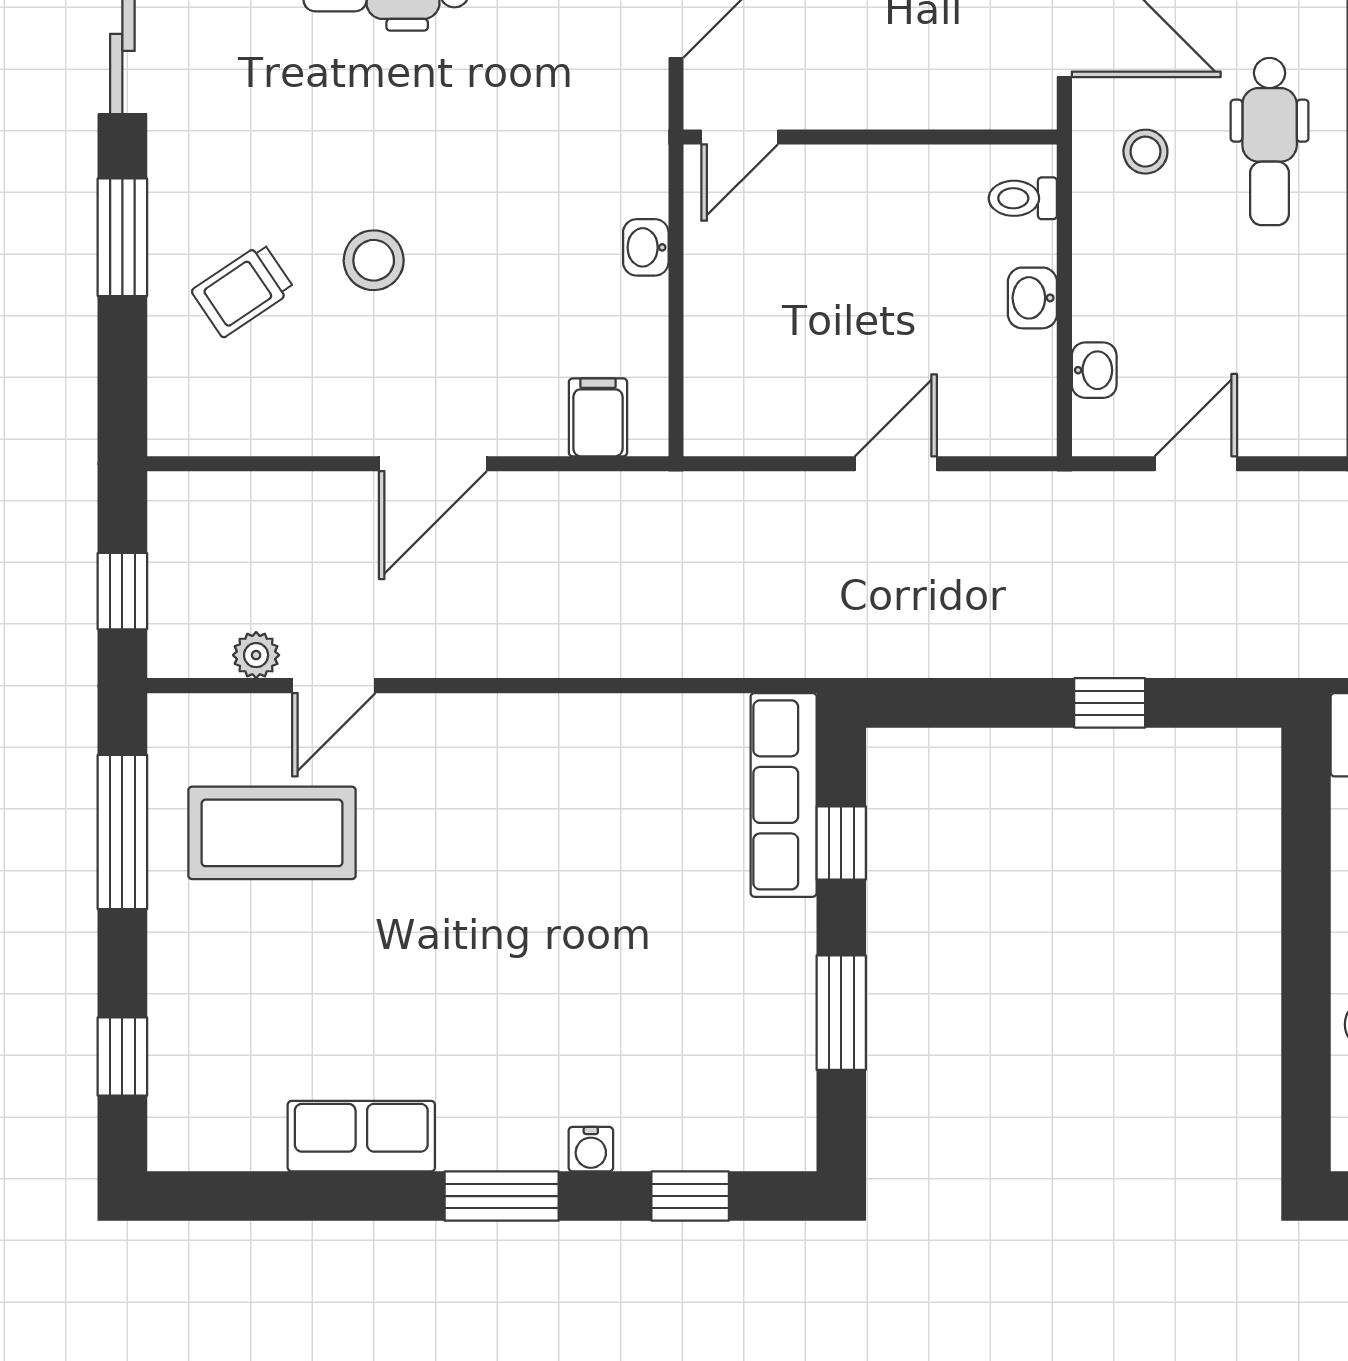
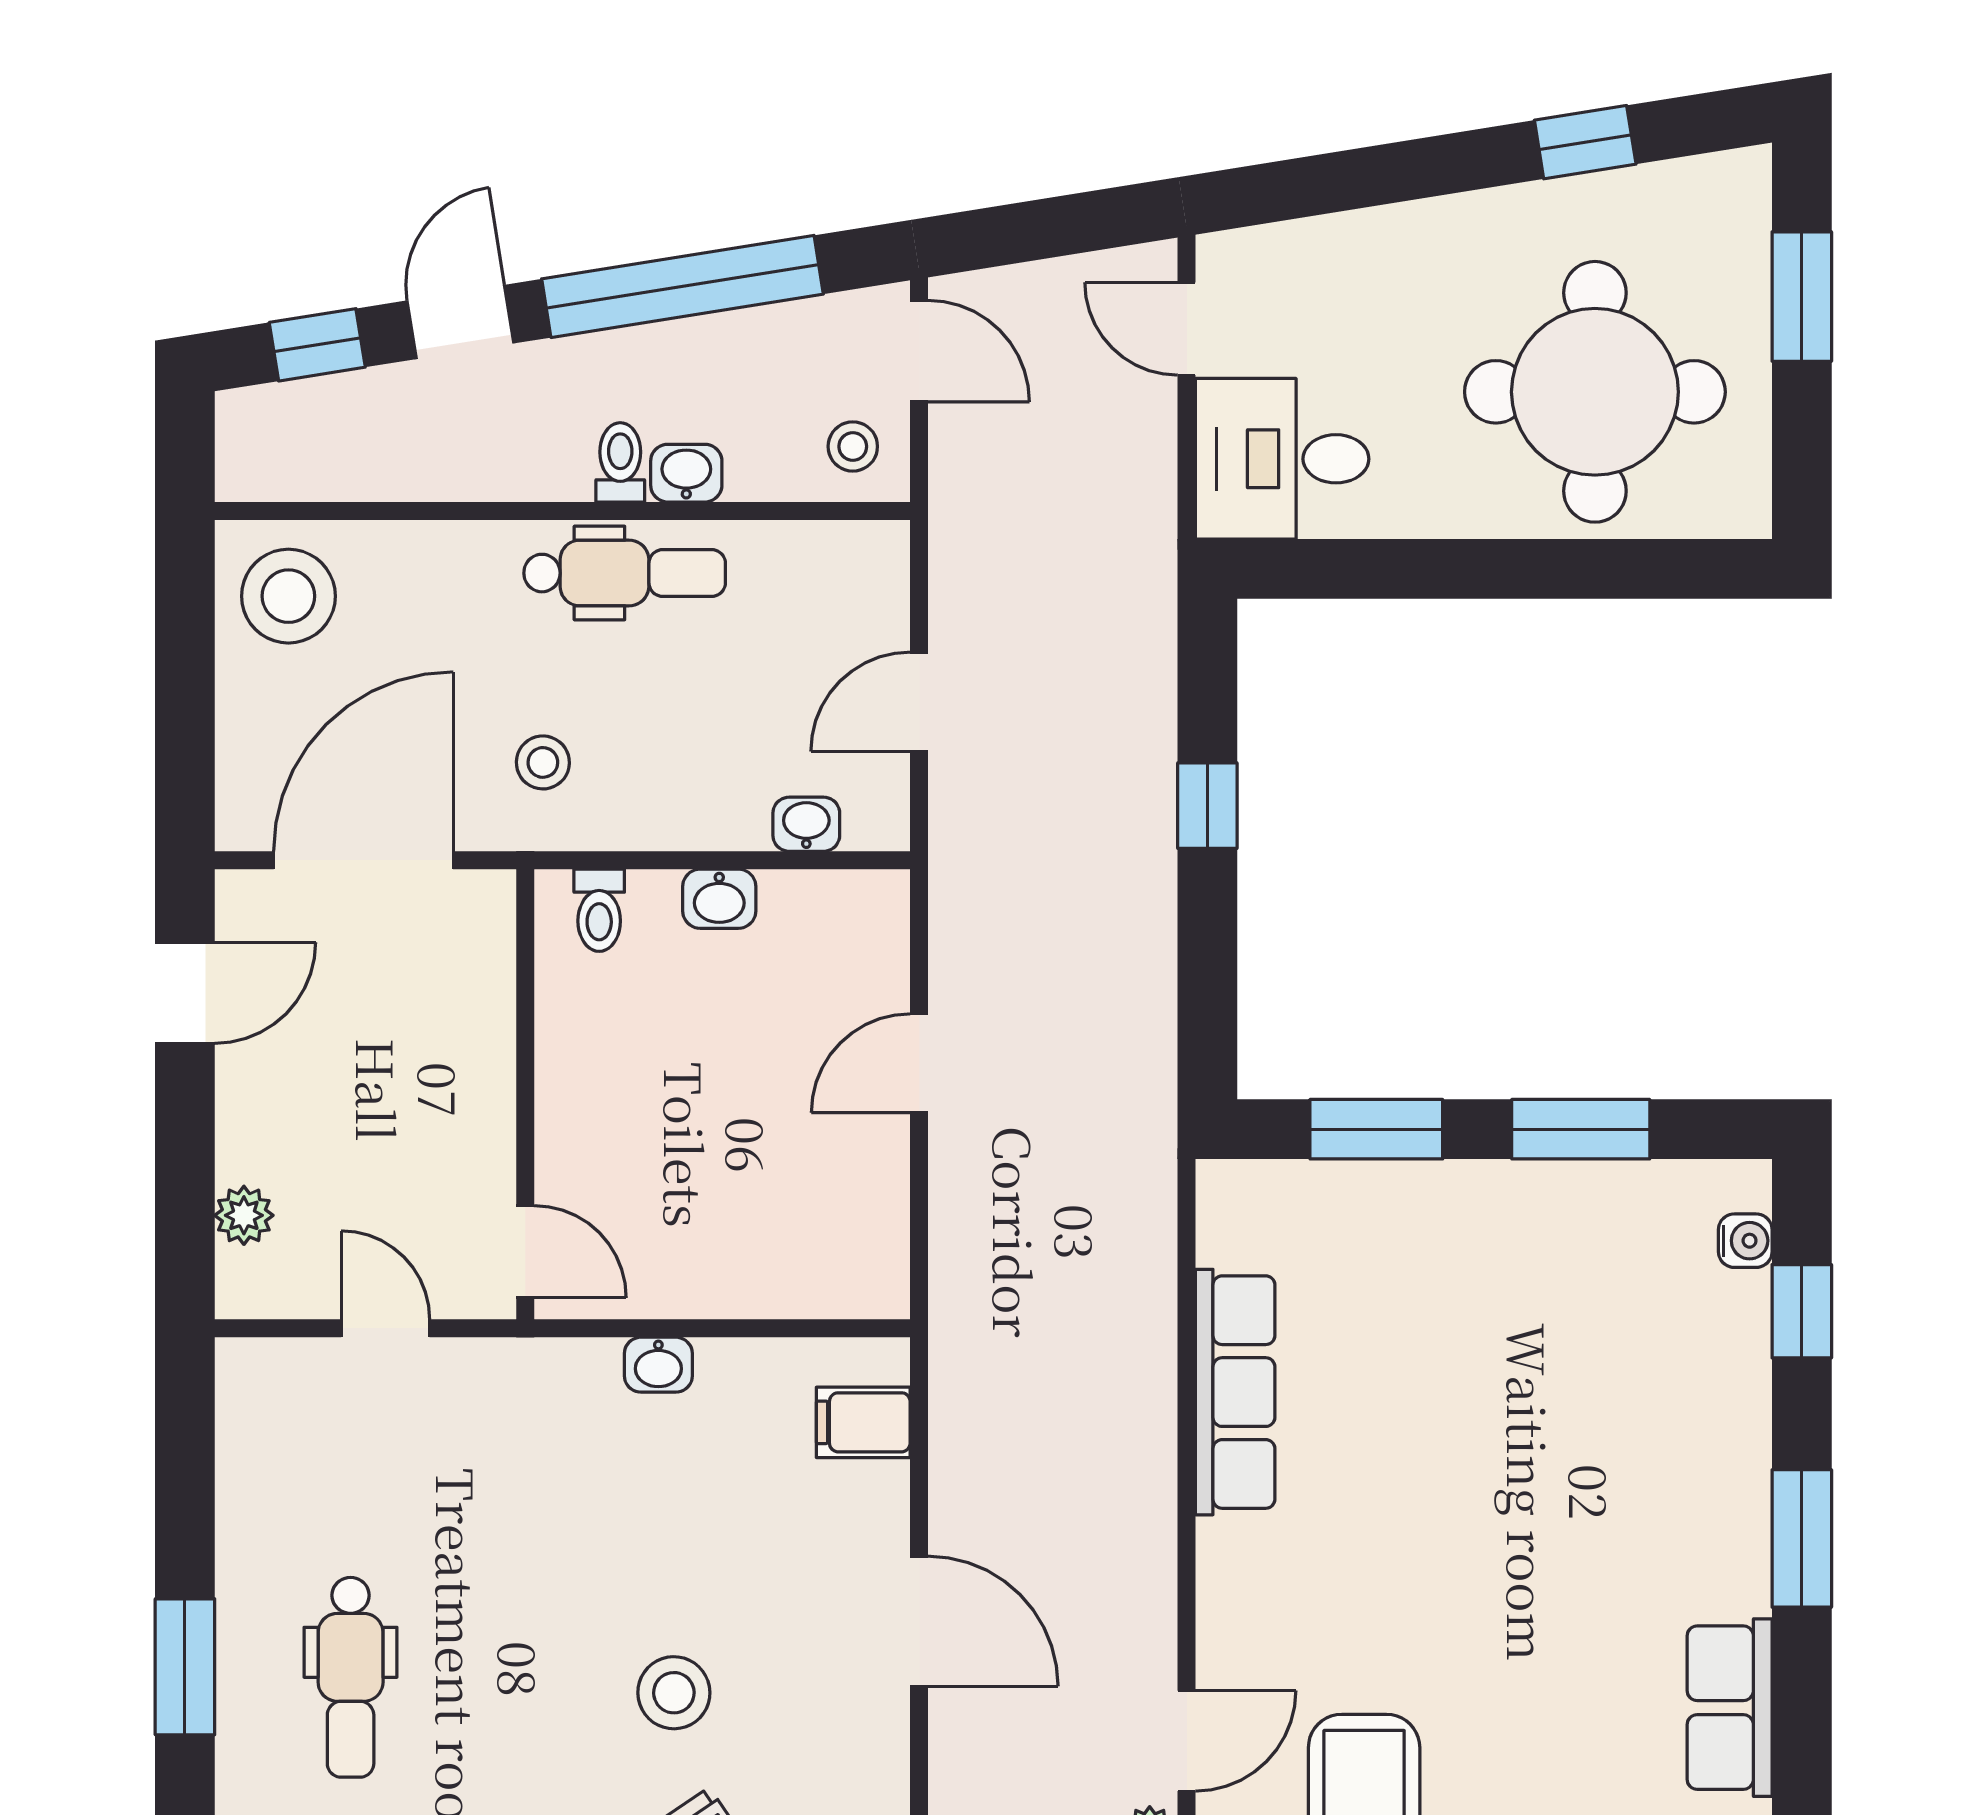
dental chair: (1270, 142) -> (625, 573), moved
door: (896, 464) -> (919, 1063), hinge flipped
door: (1196, 464) -> (919, 702), hinge flipped
door: (334, 686) -> (1187, 1741), hinge flipped
row of seats: (784, 795) -> (1235, 1392), moved, turned -90
window: (841, 843) -> (1376, 1129), width x1.50
water cooler: (591, 1149) -> (1745, 1241), moved

